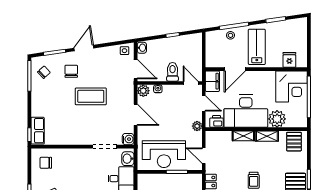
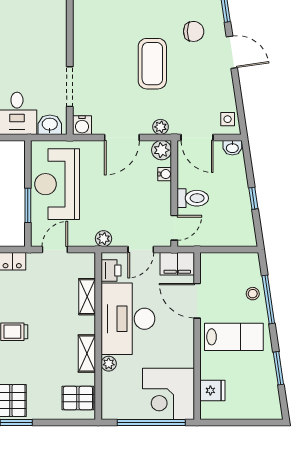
door: (136, 69) -> (197, 137), hinge flipped
plant: (129, 91) -> (161, 127), added
plant: (277, 119) -> (109, 364), width x0.53, depth x0.53
shelving: (243, 136) -> (87, 297), moved

